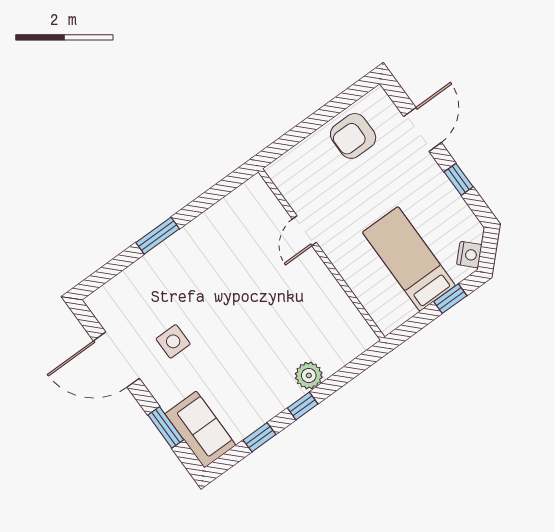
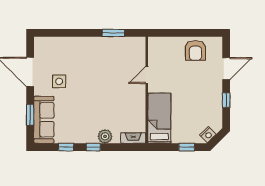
armchair: (353, 136) -> (195, 50), turned -90
window: (158, 236) -> (113, 33), moved
bed: (409, 259) -> (159, 118), moved
fireplace: (355, 346) -> (133, 138), added
sofa: (200, 429) -> (44, 120), width x1.36

